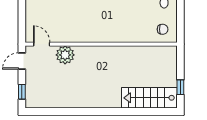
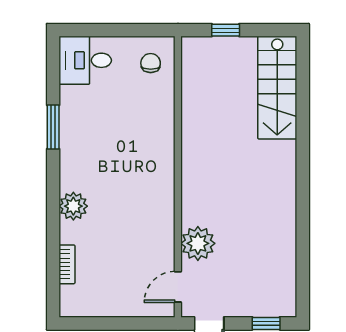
window: (180, 87) -> (226, 30), moved

